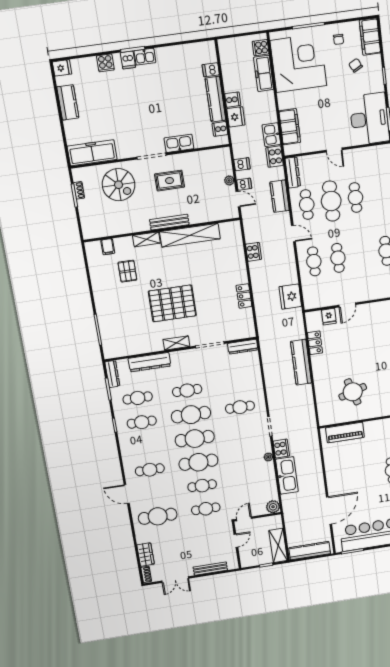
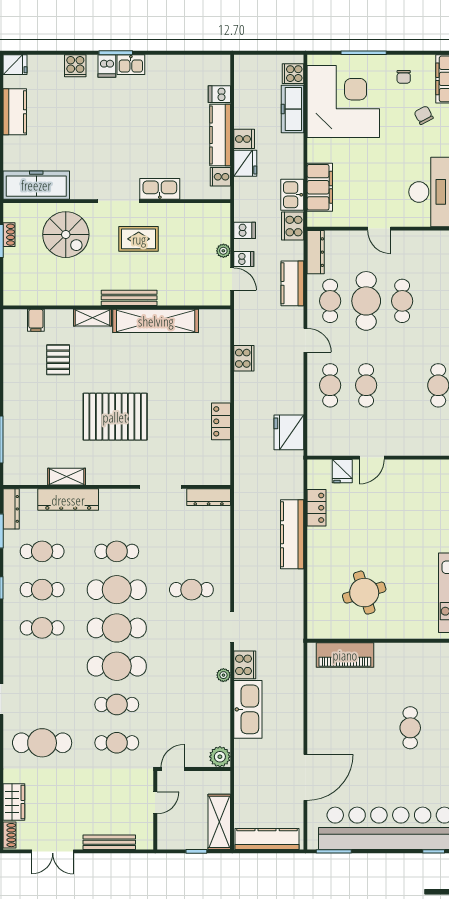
shelving: (176, 343) -> (67, 477), moved
cafe table: (150, 470) -> (42, 628), moved

